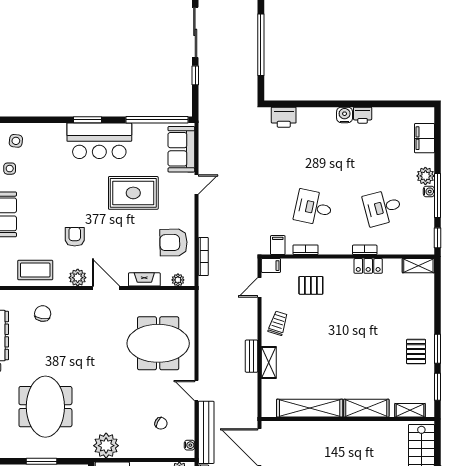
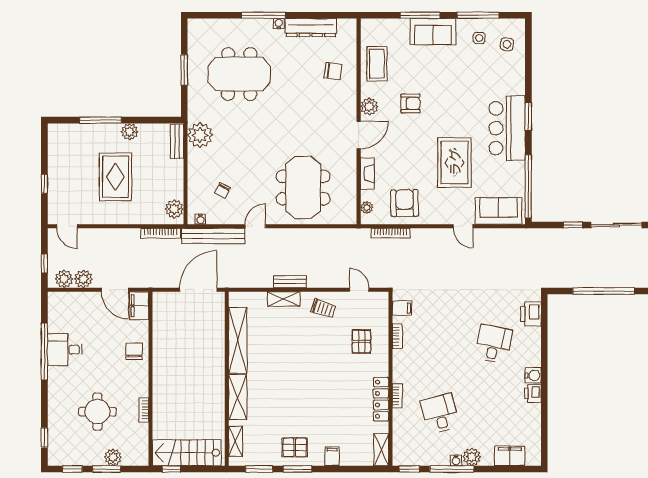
desk: (313, 208) -> (494, 344), moved
filing cabinet: (271, 266) -> (332, 456), moved, turned 180
locker: (368, 266) -> (381, 399), width x1.53

